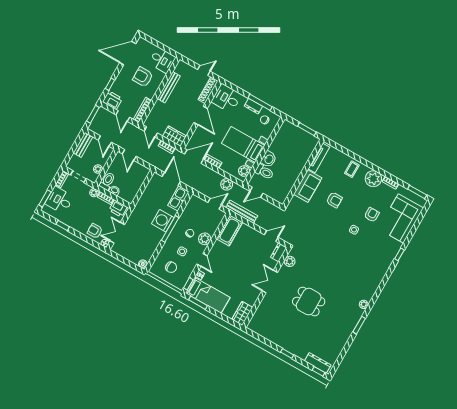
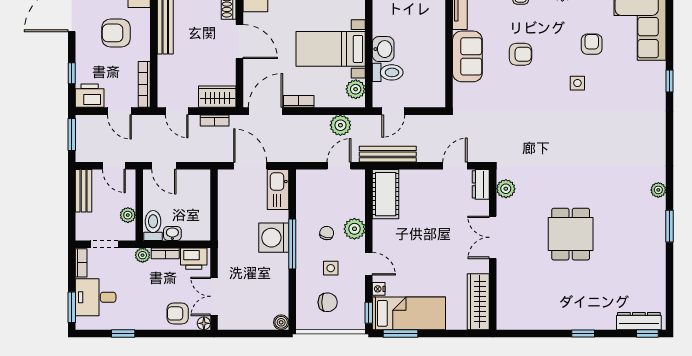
dining table: (309, 302) -> (571, 234), turned 90
wardrobe: (242, 313) -> (478, 302), width x1.50

